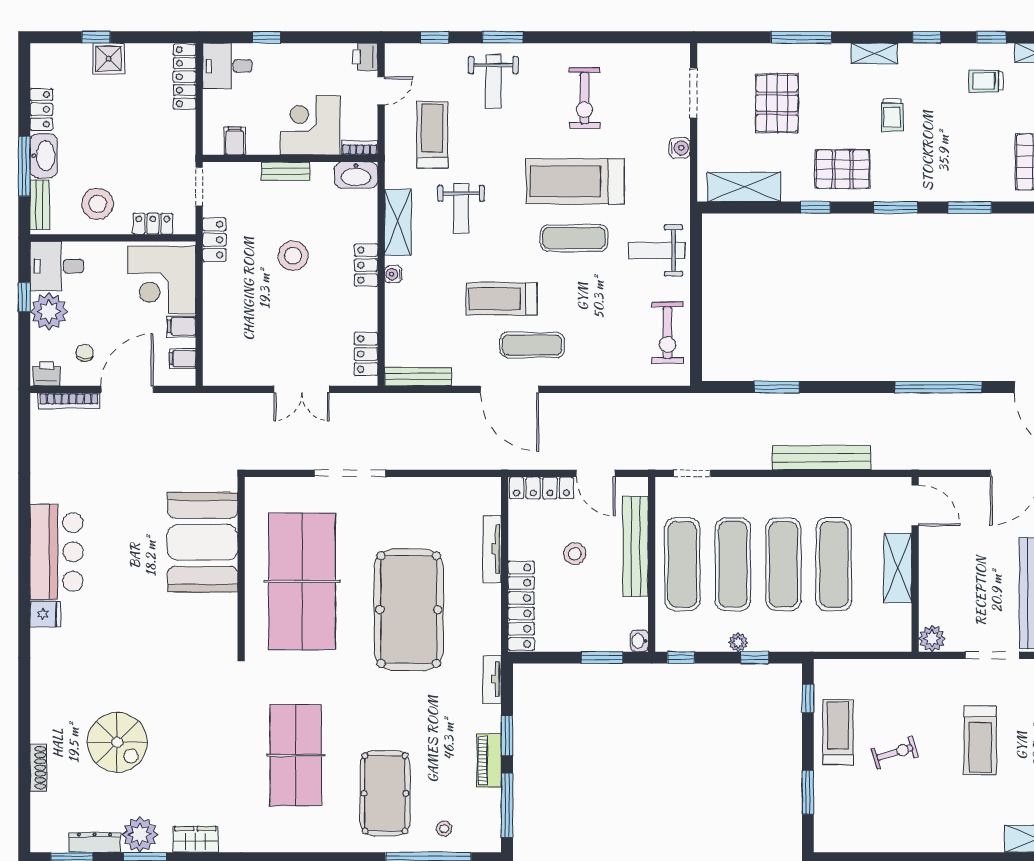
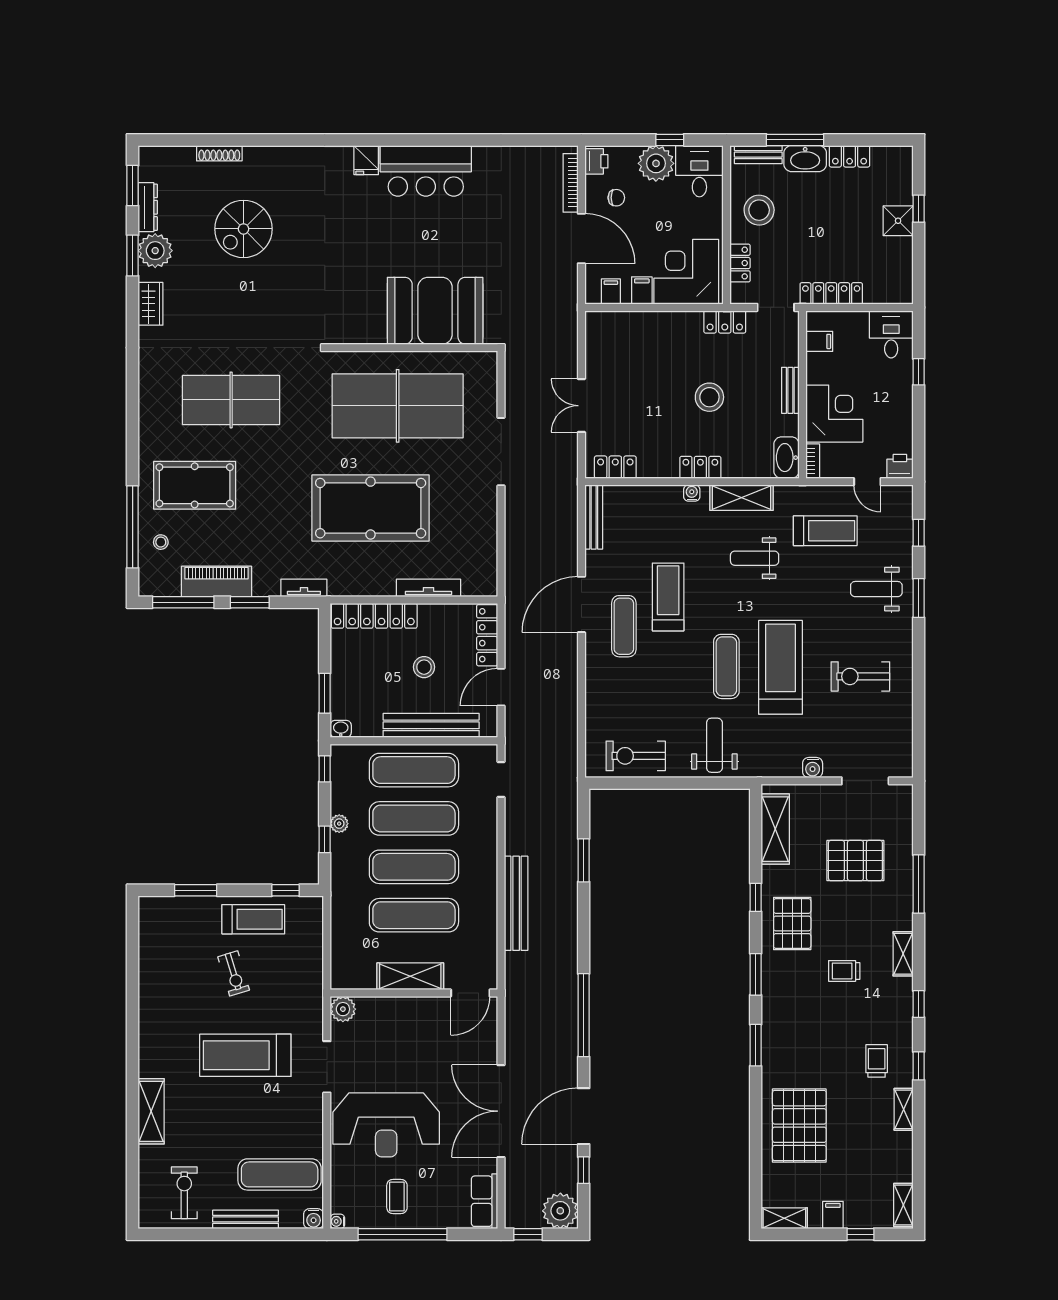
locker: (185, 77) -> (831, 293), moved
treadmill: (980, 740) -> (245, 1055), width x1.37, depth x1.37
piano: (489, 761) -> (217, 581), width x1.37, depth x1.33

